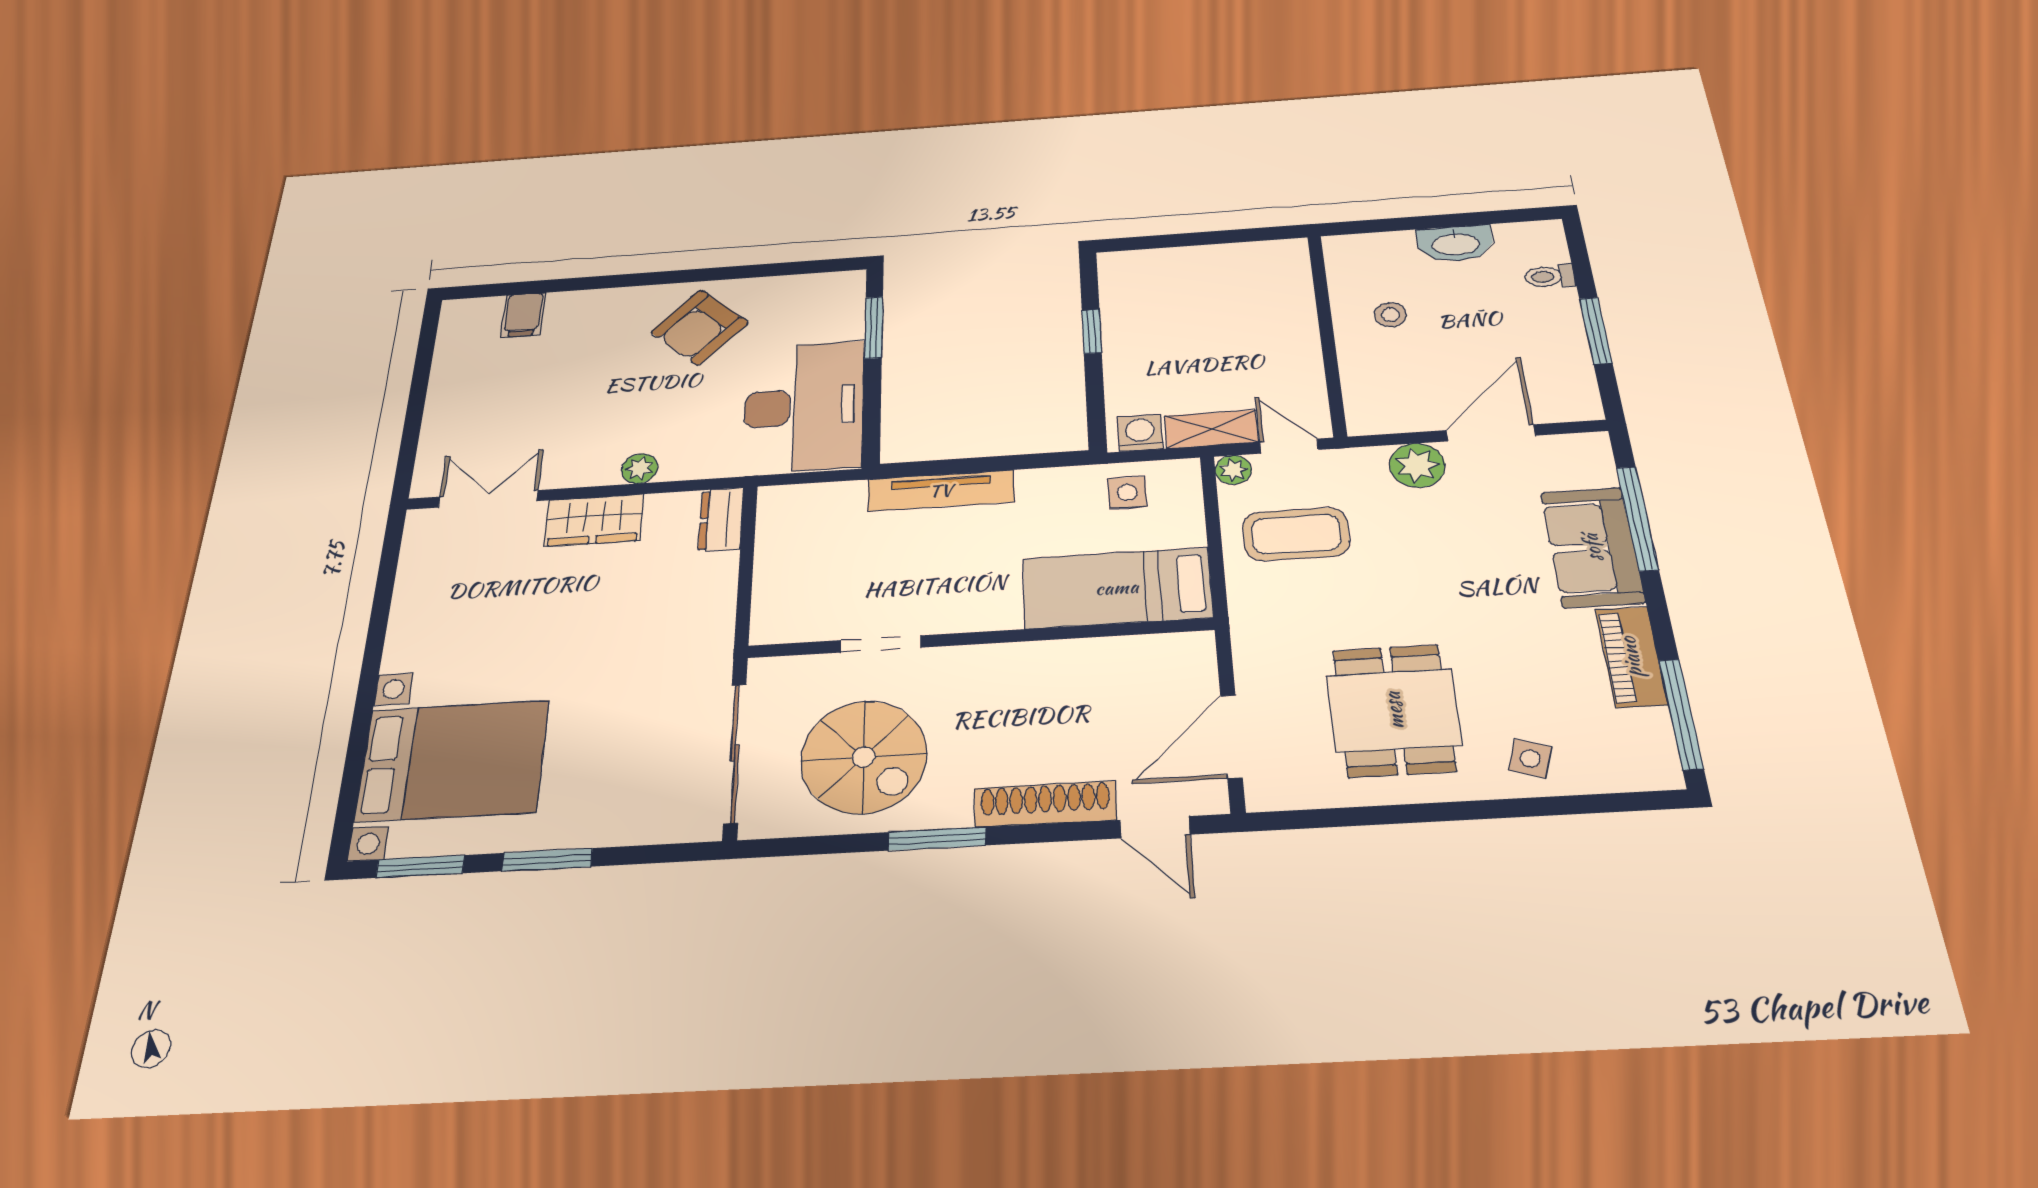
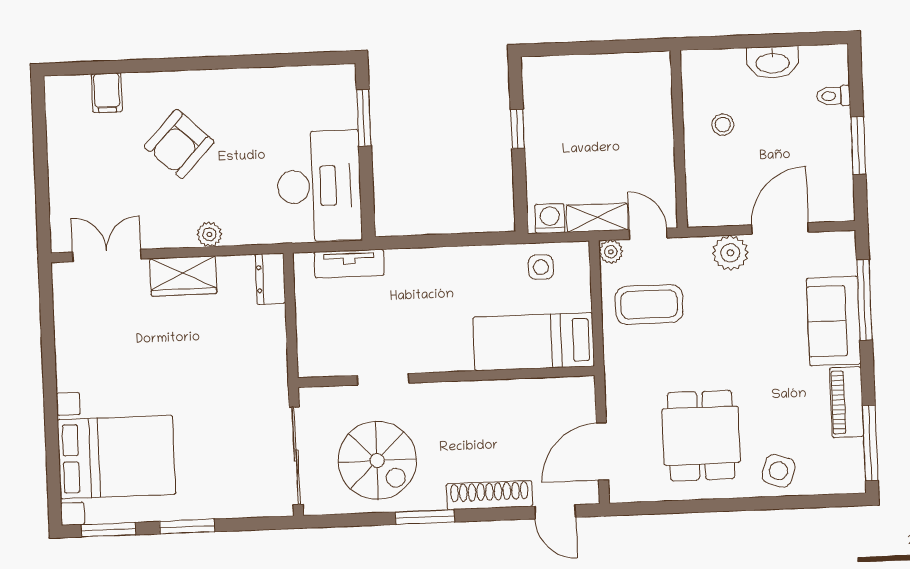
armchair: (700, 327) -> (179, 144), moved
tv unit: (941, 491) -> (349, 264), moved, width x0.71
side table: (1530, 758) -> (779, 471), width x1.37, depth x1.37

